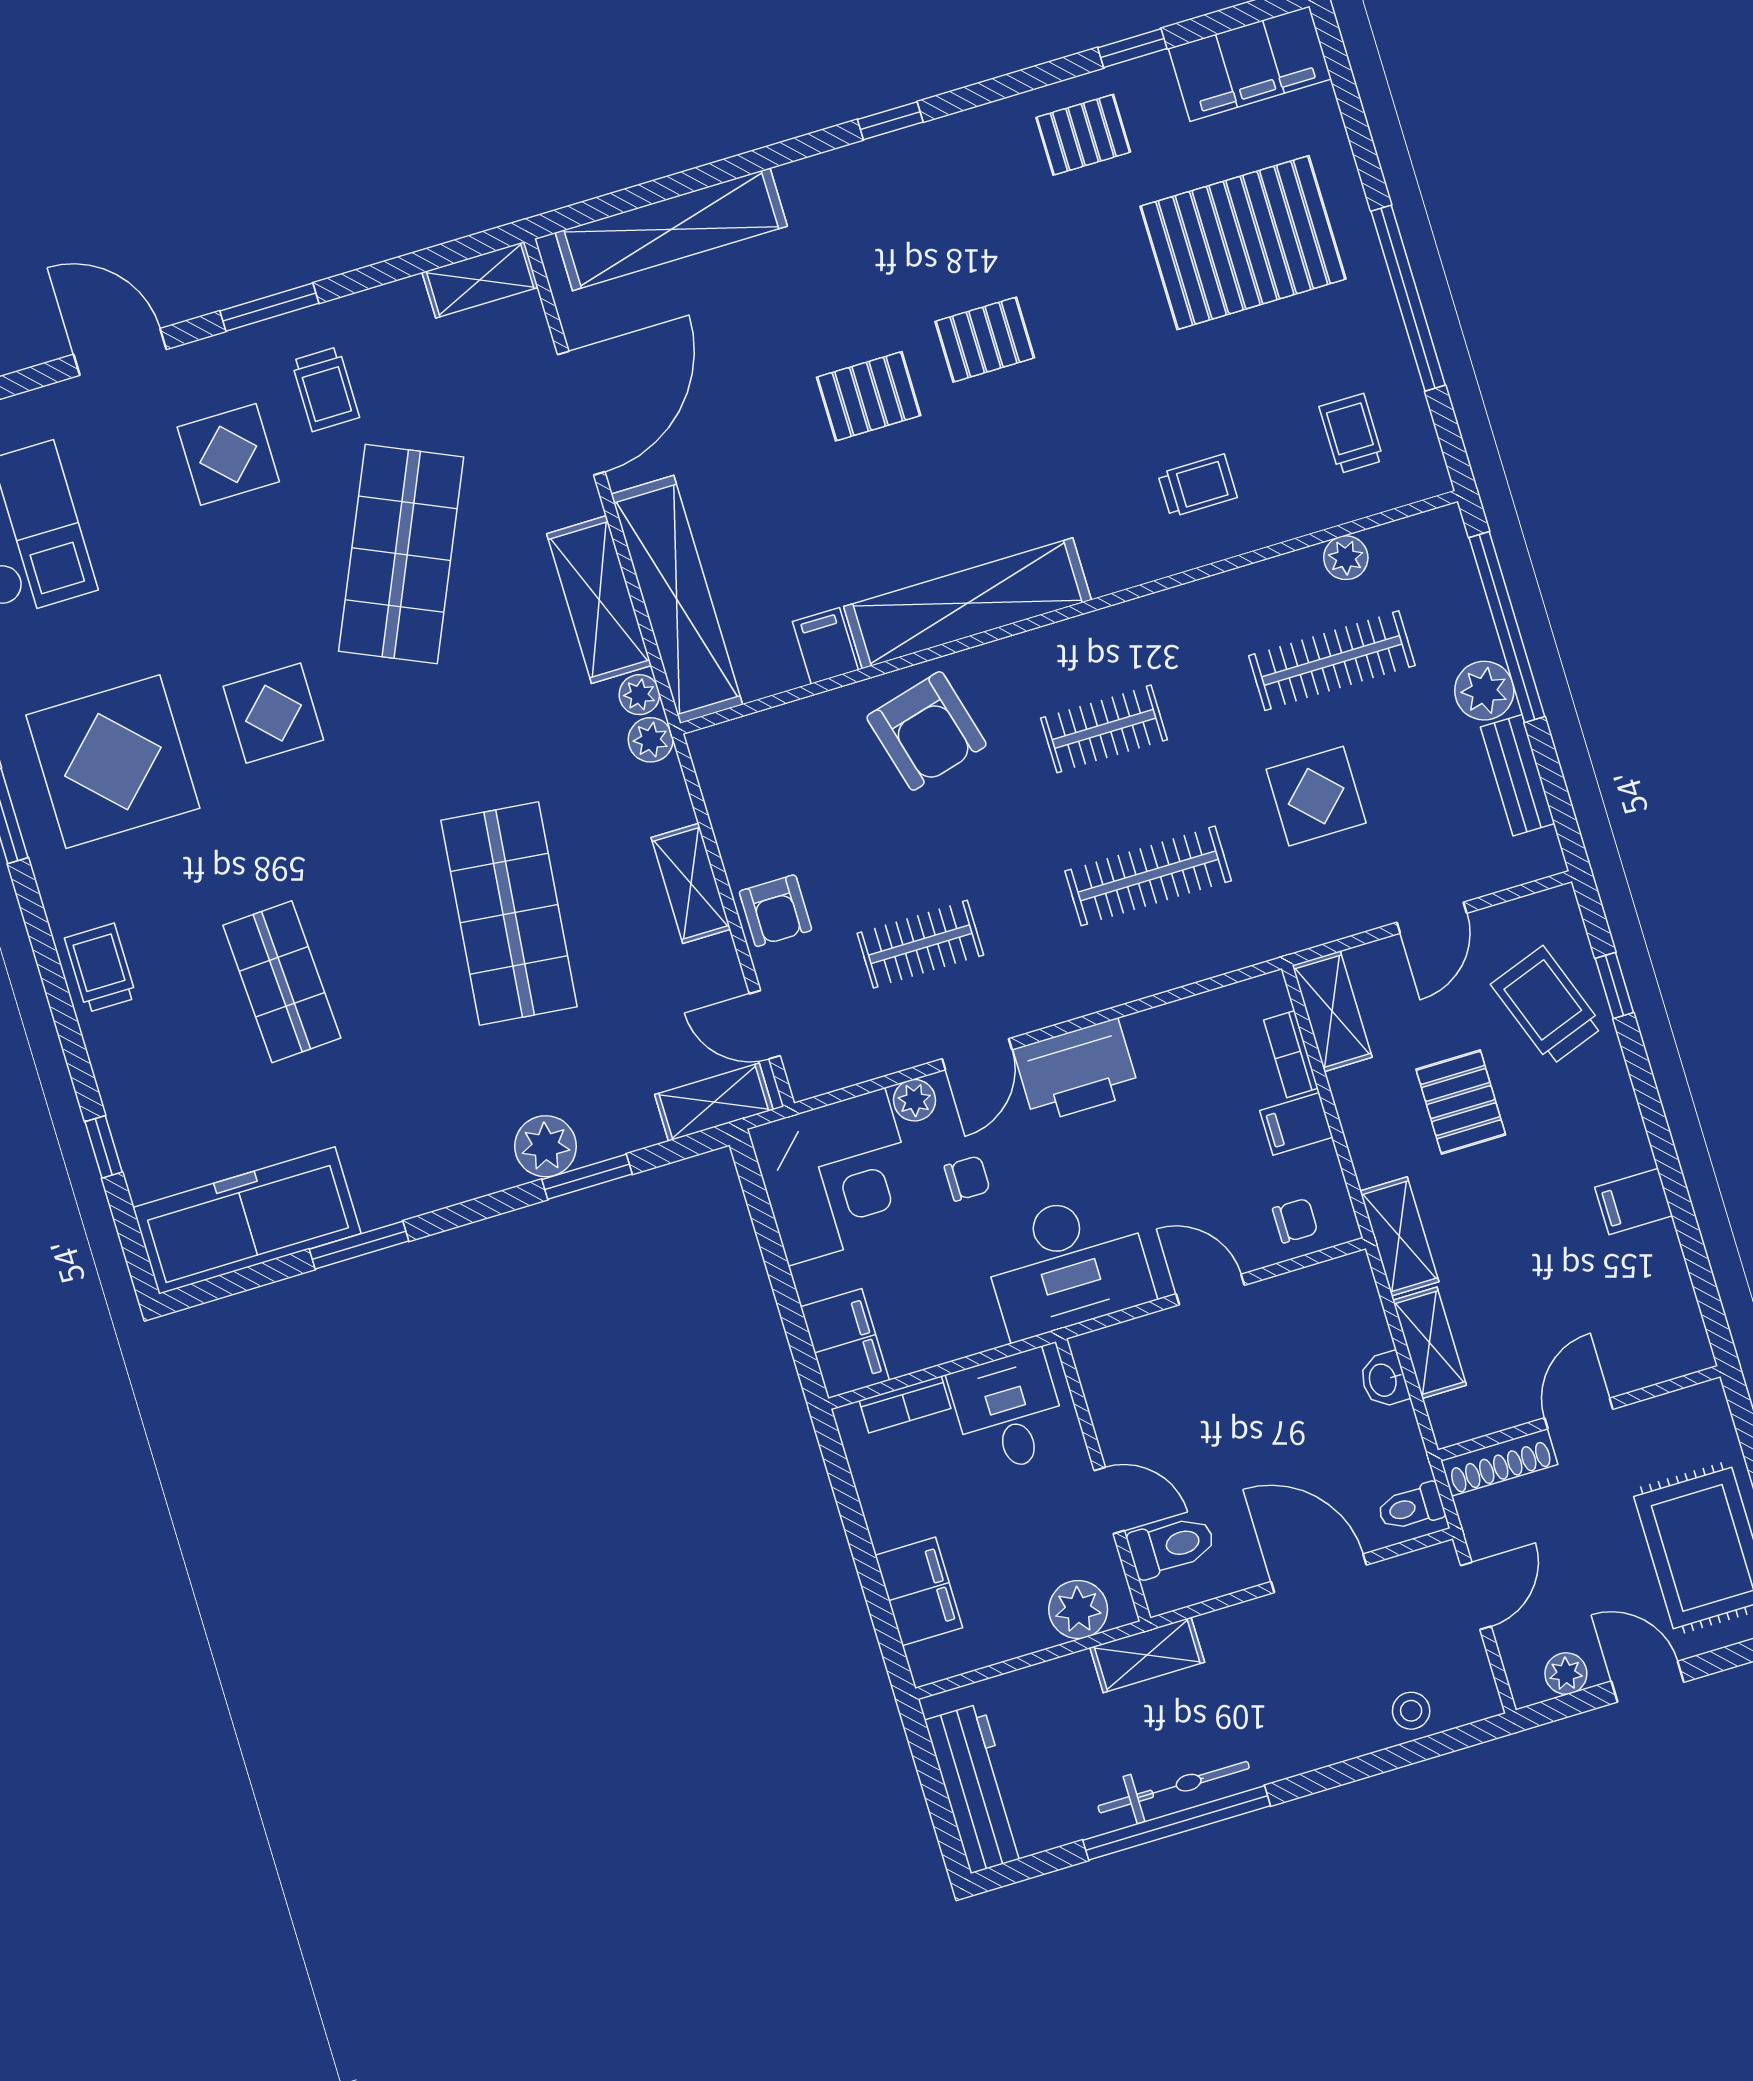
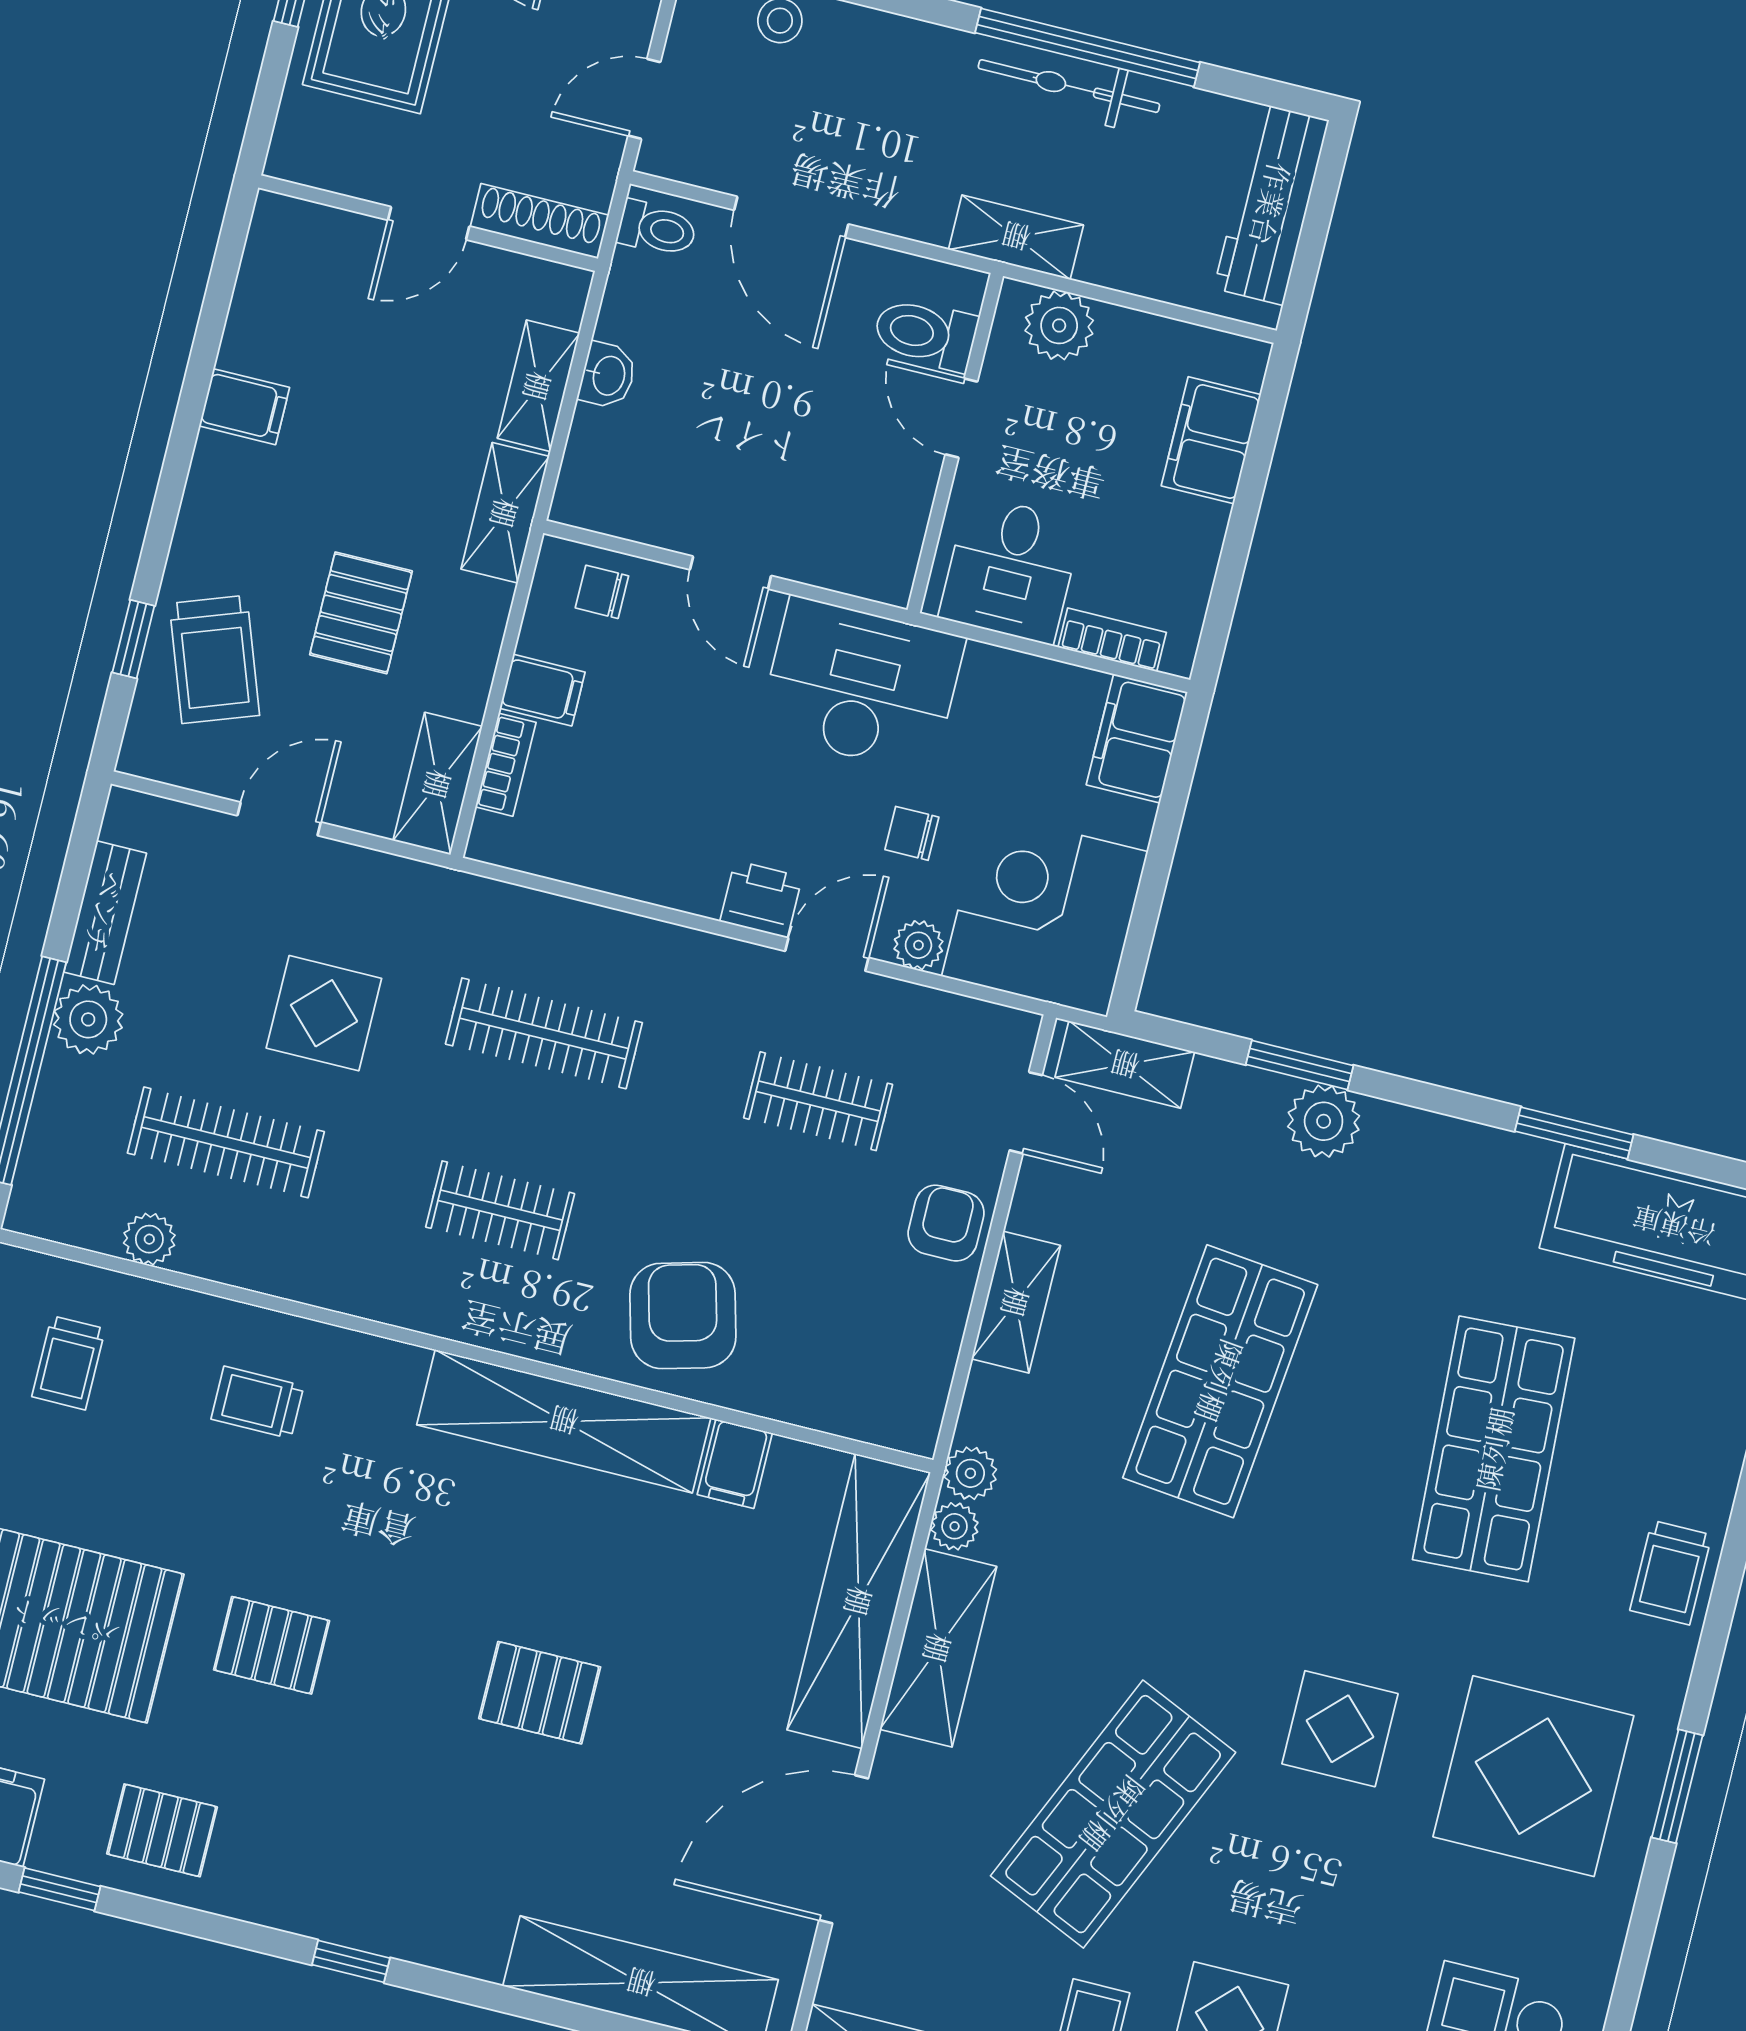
pallet: (985, 340) -> (272, 1645), moved
shop shelf: (282, 982) -> (1494, 1449), width x1.43, depth x1.36
printer: (1076, 1071) -> (761, 899), width x0.53, depth x0.68

